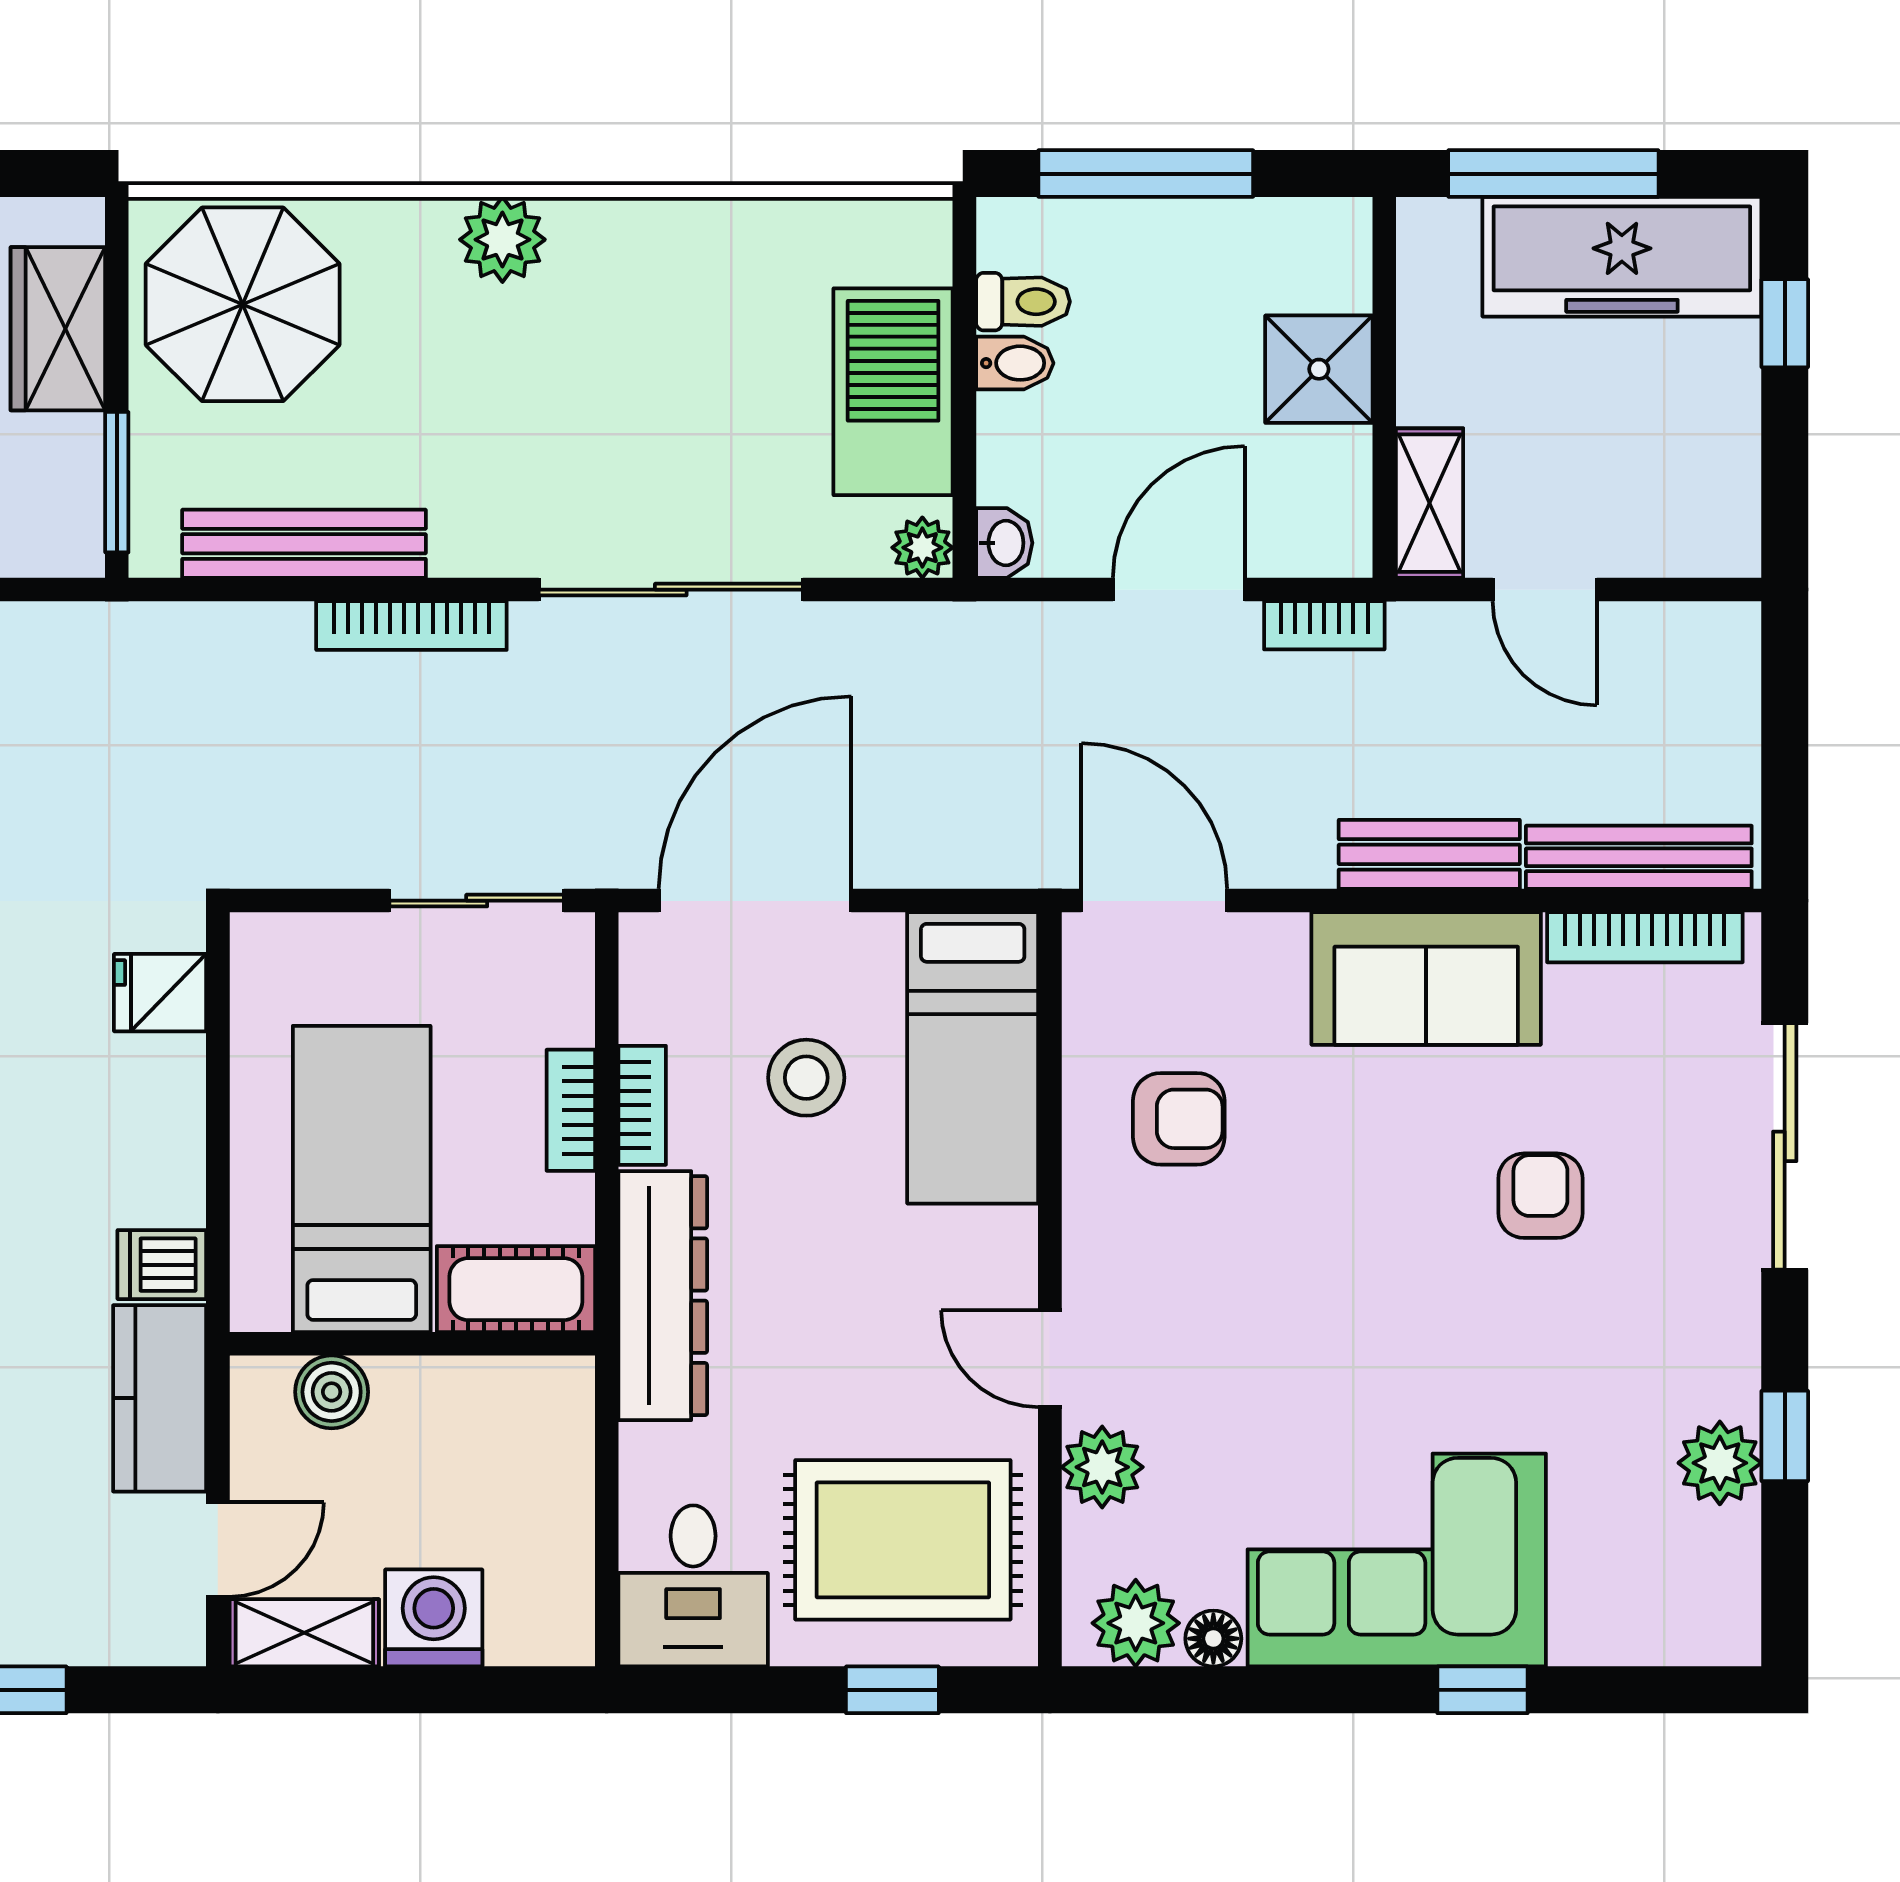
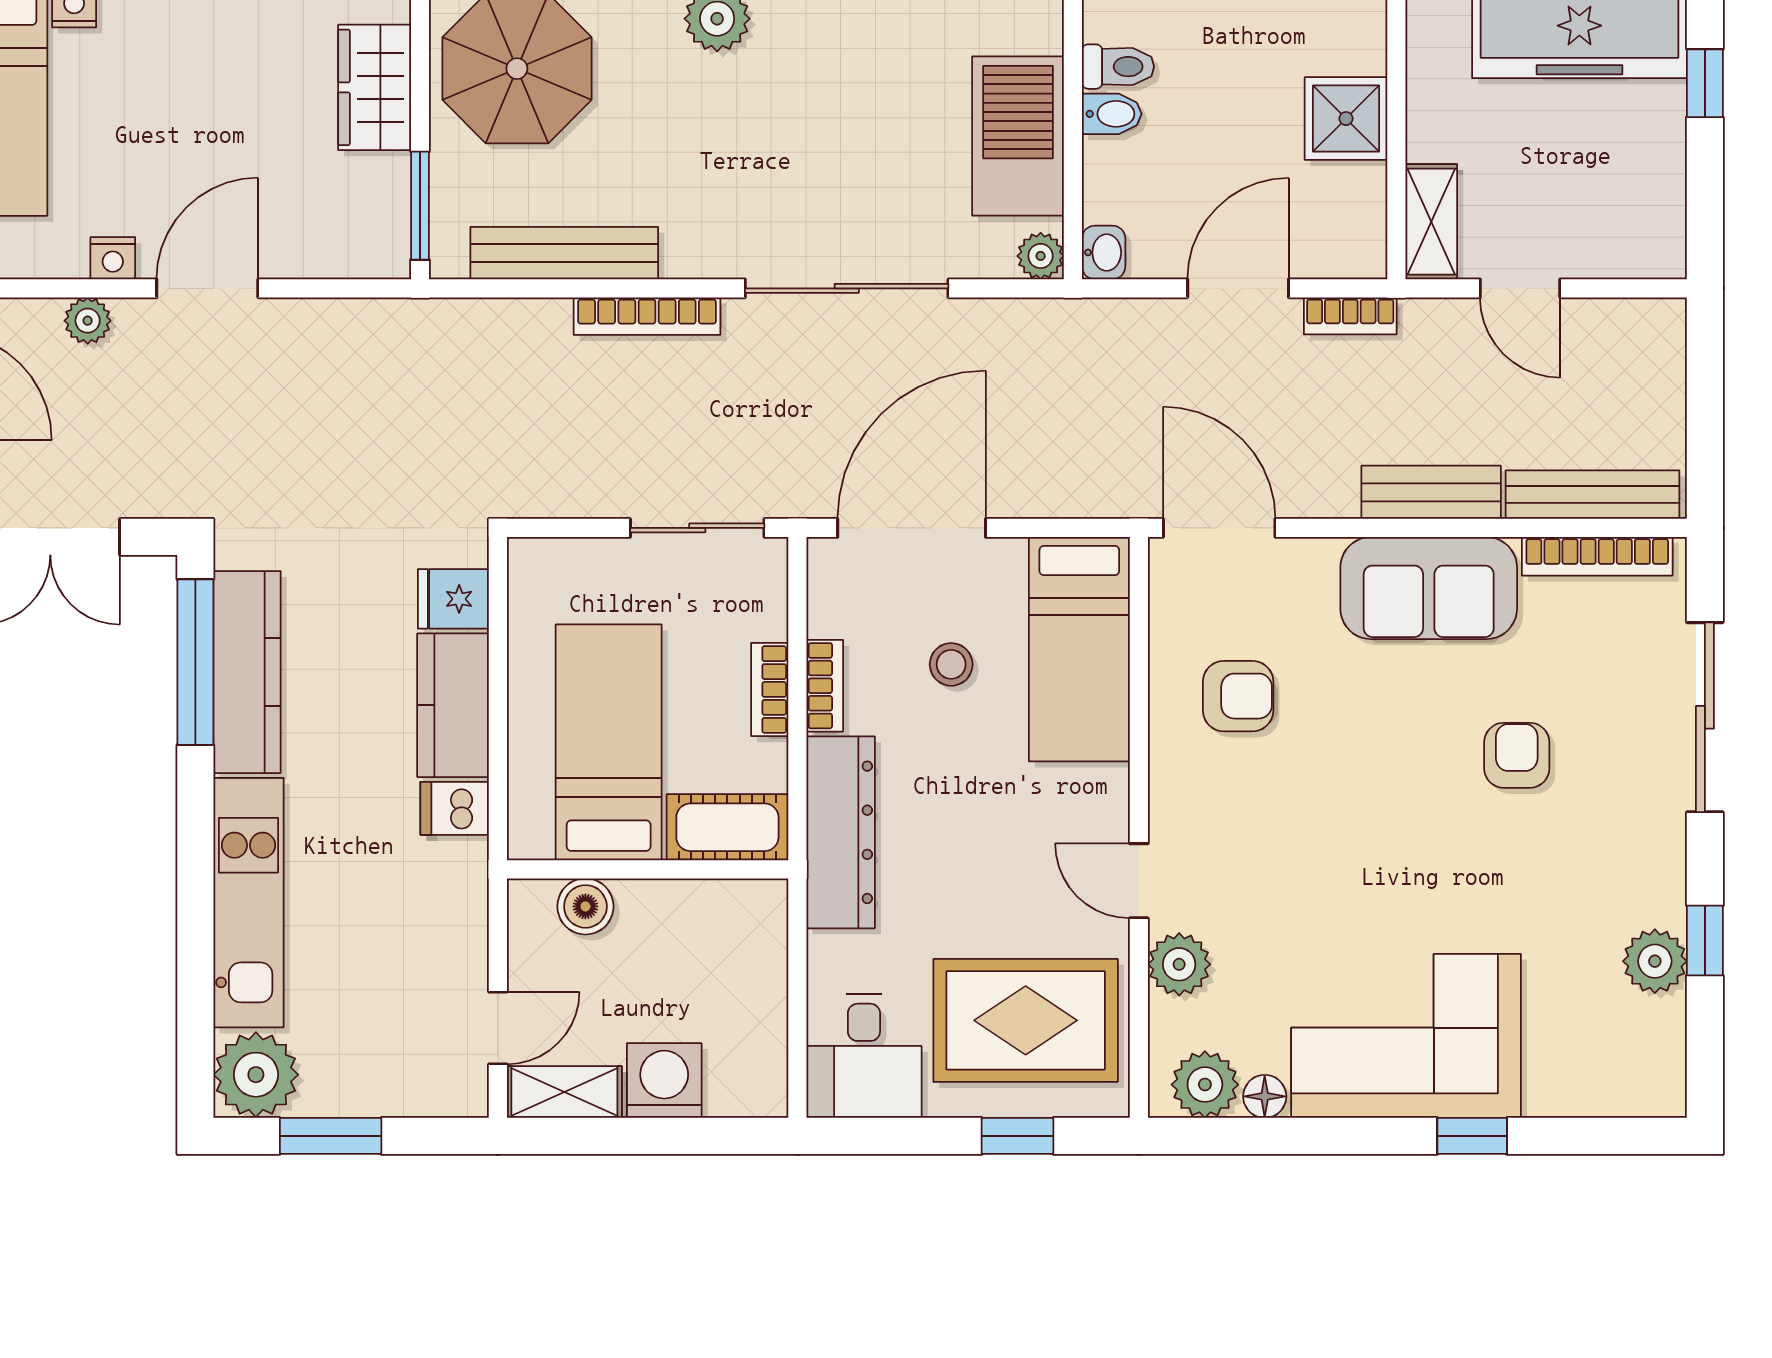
stool: (806, 1078) -> (951, 664), width x0.73, depth x0.73
kitchen counter: (160, 1398) -> (453, 705), moved

